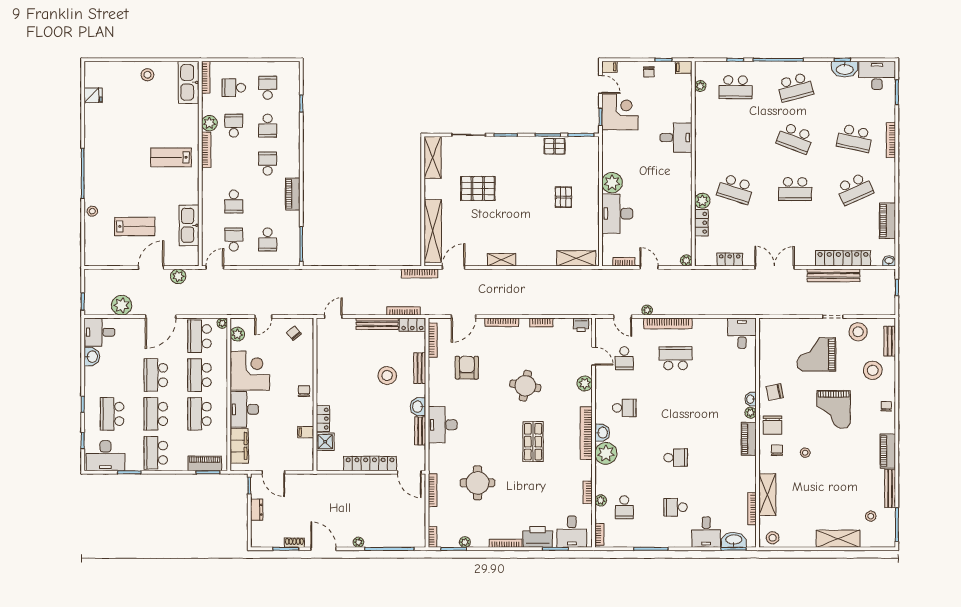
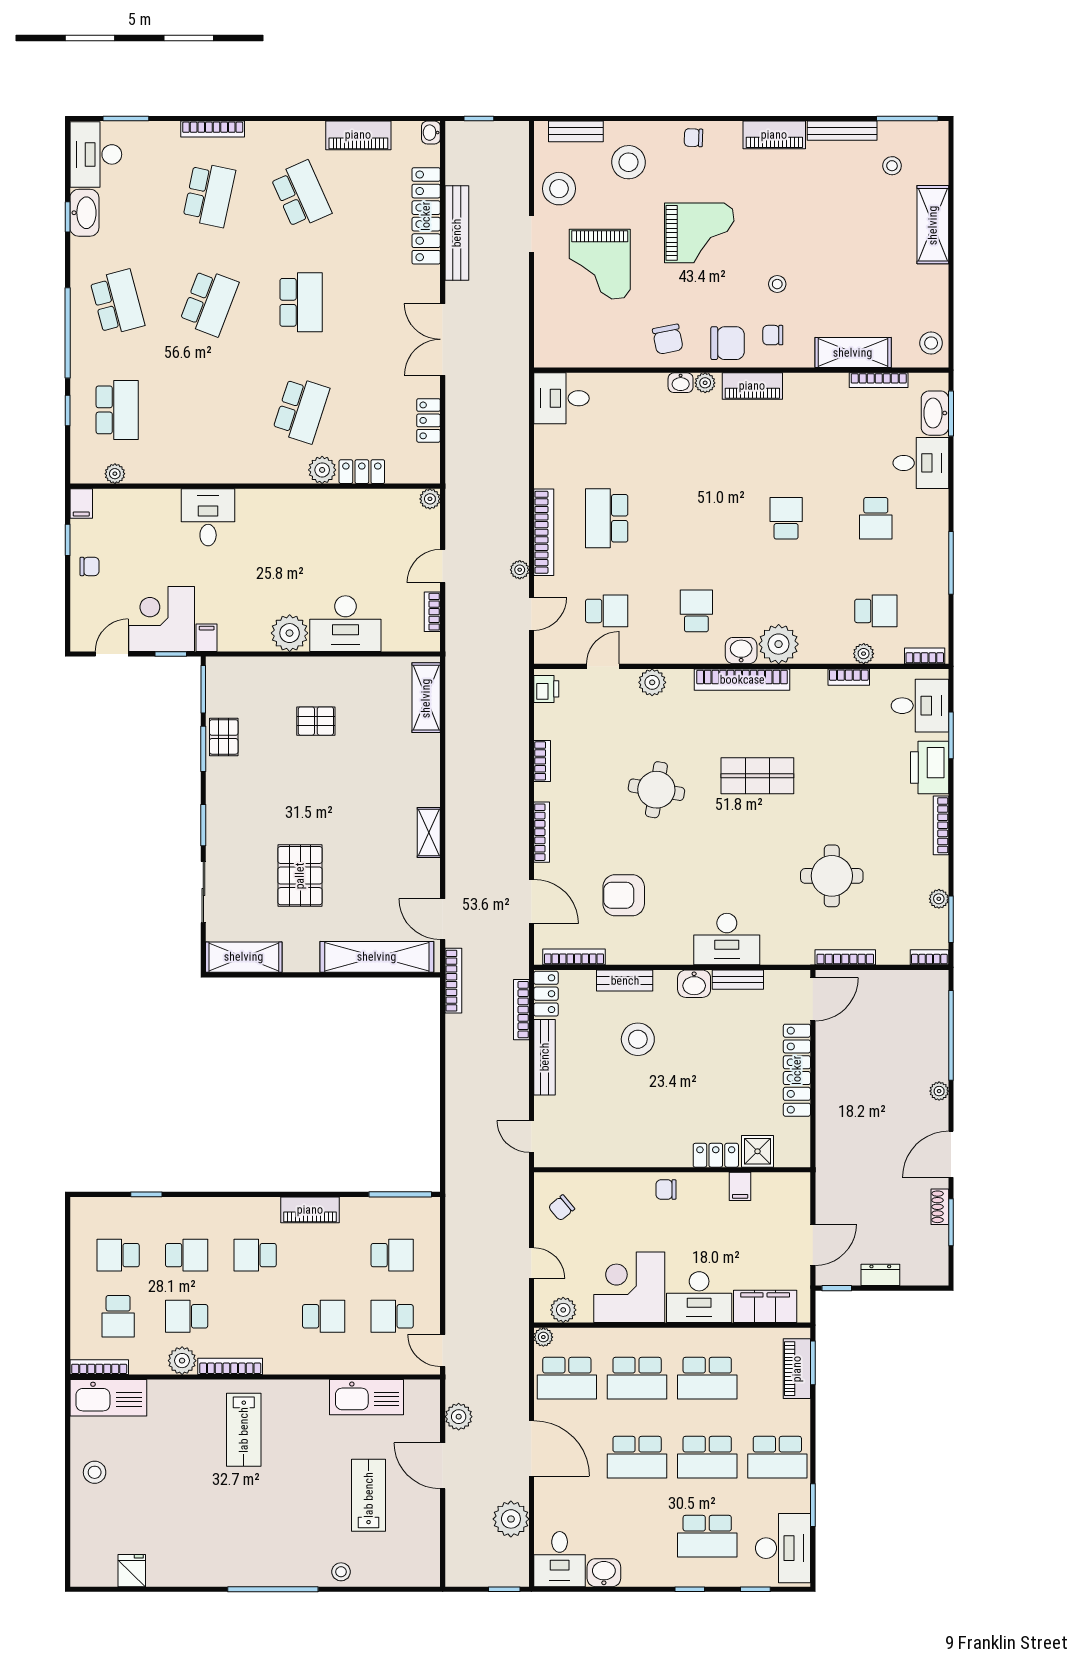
filing cabinet: (609, 67) -> (207, 638), moved

